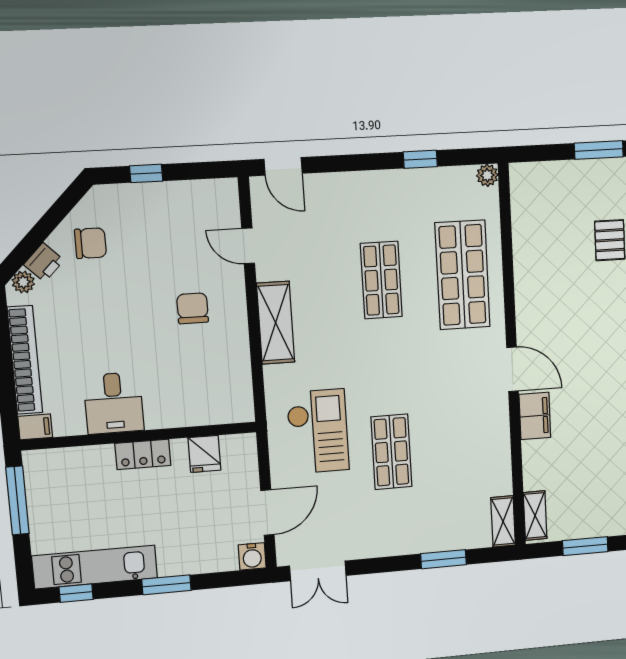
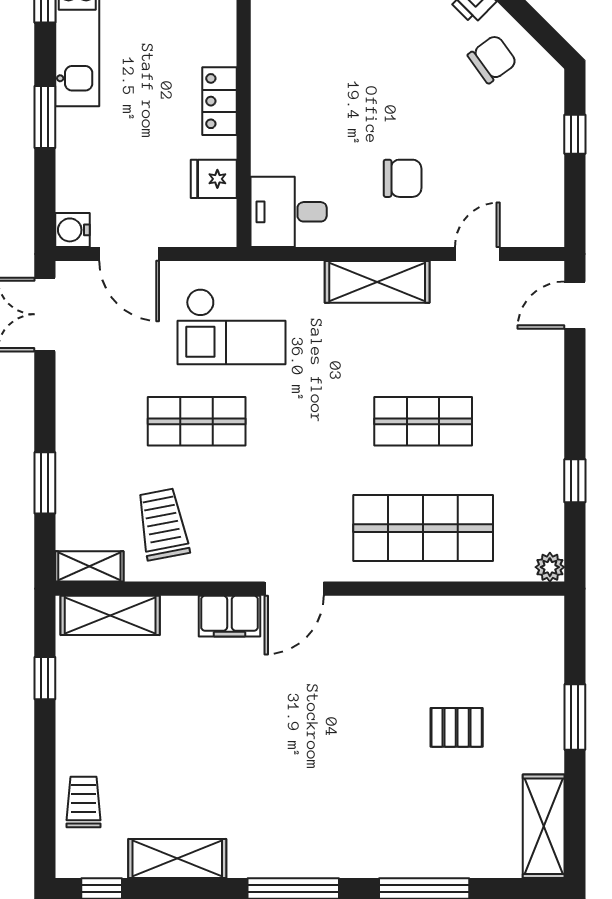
chair: (90, 243) -> (492, 59), turned -126
desk: (114, 403) -> (289, 212), moved
trolley: (470, 471) -> (163, 524), added
shelving: (535, 516) -> (110, 615), width x1.50, depth x1.33
window: (585, 546) -> (45, 678), width x0.67

